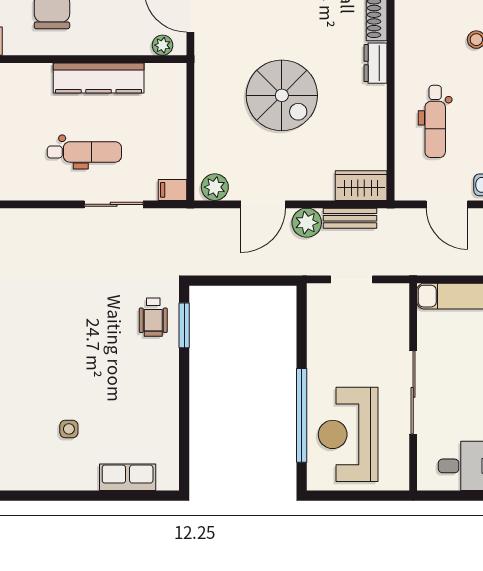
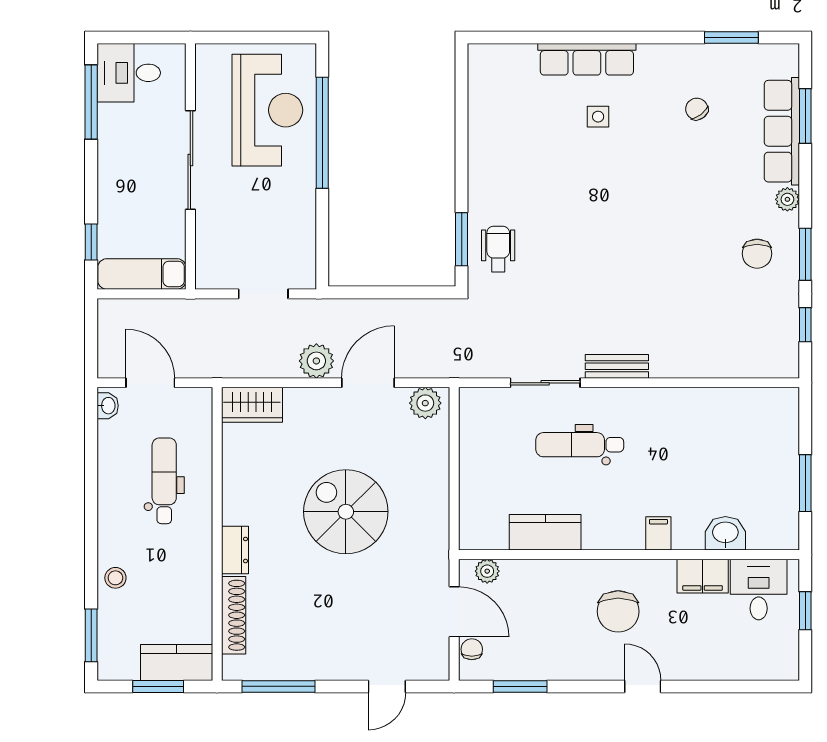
kitchen counter: (99, 78) -> (545, 532), width x0.67
filing cabinet: (173, 190) -> (658, 533), moved, turned -90
bench: (350, 218) -> (617, 366), moved
row of seats: (128, 477) -> (587, 59), moved, width x1.48

